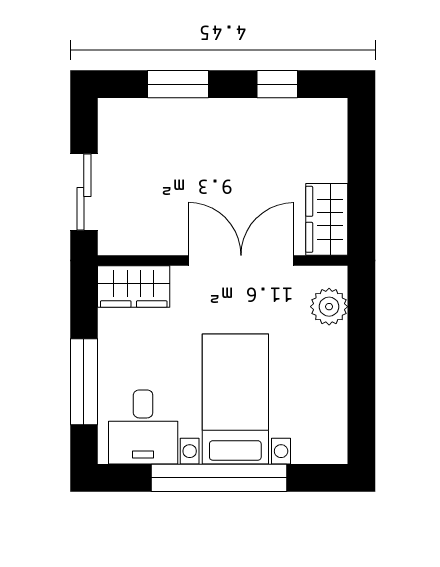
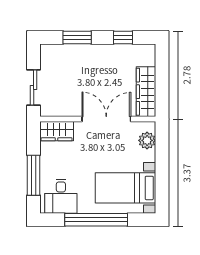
wardrobe: (327, 219) -> (146, 92), width x1.50
bed with nightstands: (235, 399) -> (125, 188), moved, turned -90

